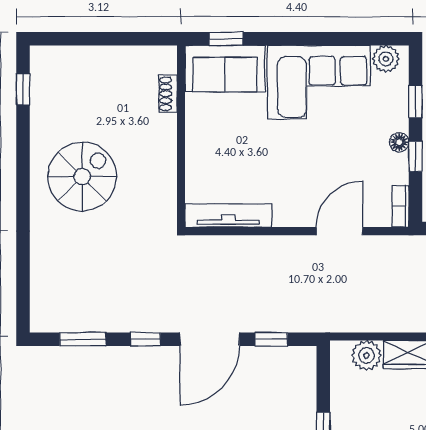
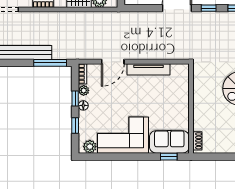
shoe rack: (168, 94) -> (197, 141), moved
plant: (398, 173) -> (84, 90), added
tv unit: (228, 215) -> (148, 69), moved
window: (271, 339) -> (146, 8), removed

